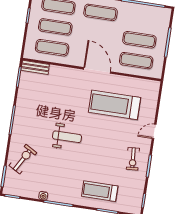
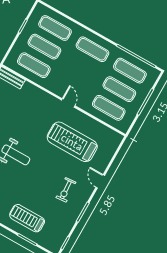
exercise mat: (143, 19) -> (130, 71), added
door: (97, 70) -> (68, 103), width x0.53
door: (154, 131) -> (100, 181), hinge flipped
exercise bike: (133, 159) -> (66, 190), moved

